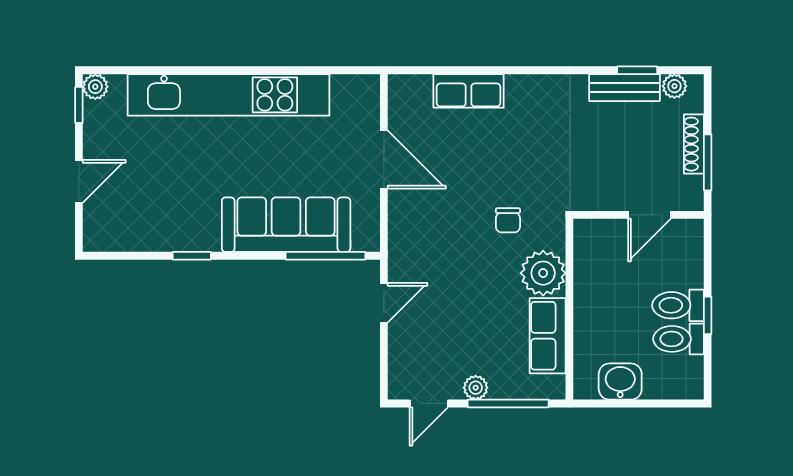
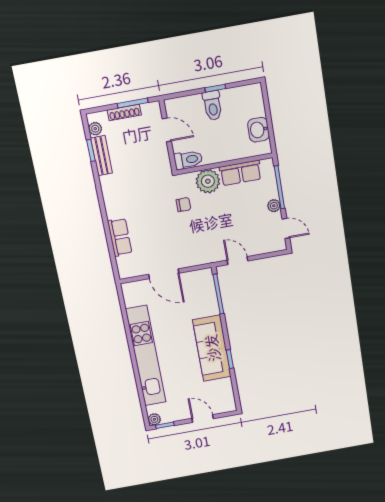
door: (384, 159) -> (164, 274), swing flipped
sofa: (286, 225) -> (212, 348), moved
toilet: (679, 339) -> (188, 160), moved, turned -90

